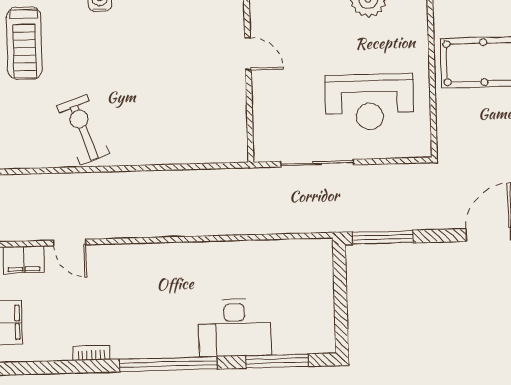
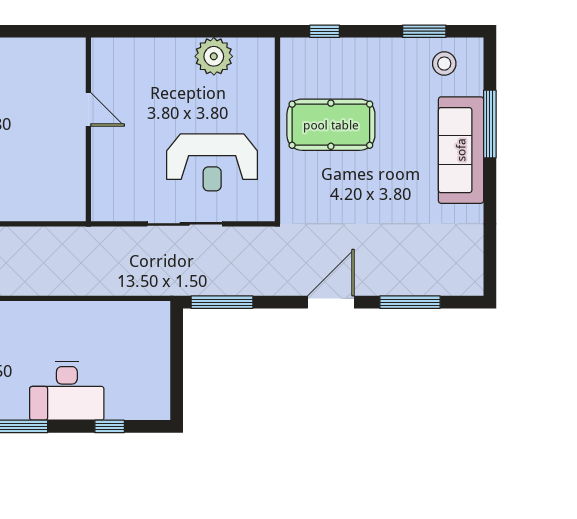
sliding door: (317, 163) -> (185, 224), moved
window: (277, 361) -> (110, 426), width x0.46

